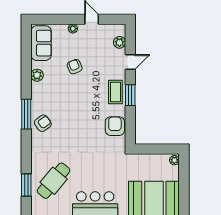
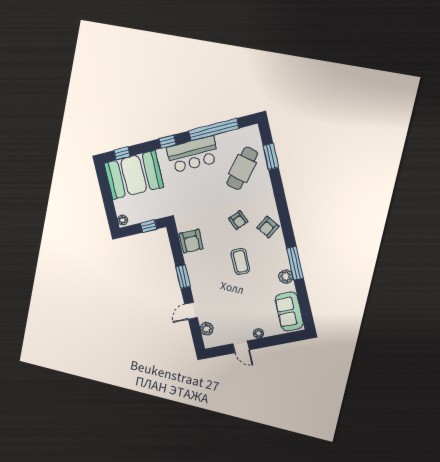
armchair: (75, 67) -> (238, 220), moved
coffee table: (115, 92) -> (240, 261), moved
window: (26, 114) -> (295, 263), moved
window: (151, 149) -> (149, 226), added

